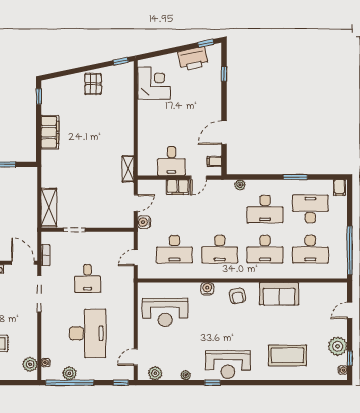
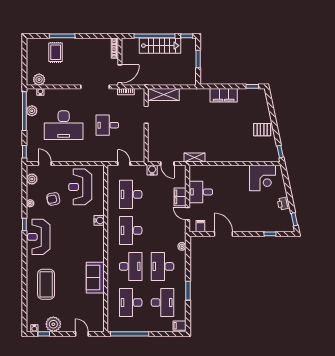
printer: (193, 59) -> (284, 204), width x0.53, depth x0.68
desk: (265, 249) -> (131, 266), turned 180
armchair: (237, 296) -> (53, 199), moved

